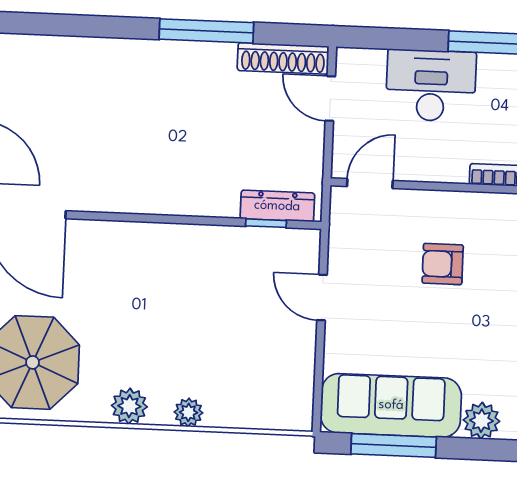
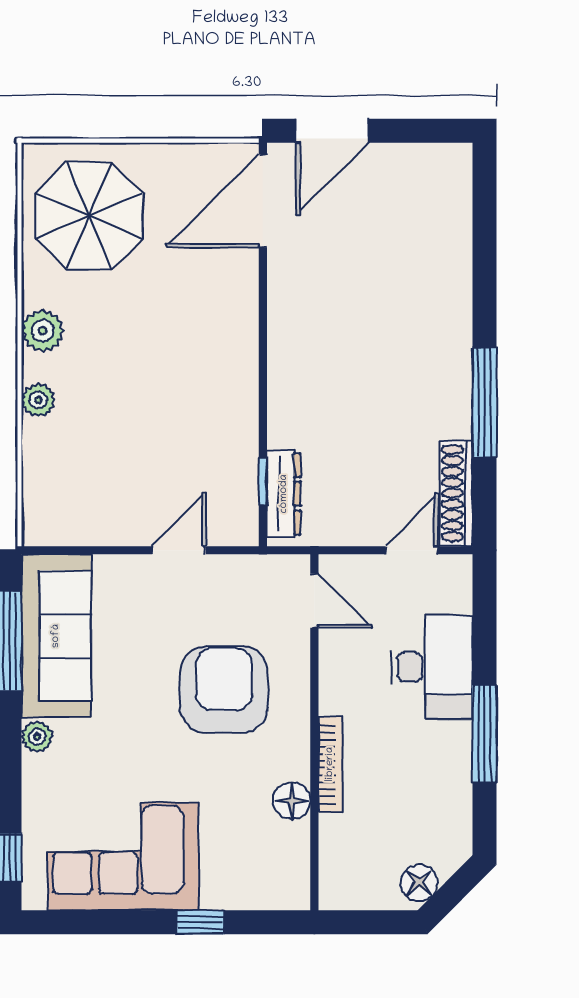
armchair: (443, 264) -> (224, 690), width x1.88, depth x1.88
plant: (481, 421) -> (37, 737), width x0.73, depth x0.73

